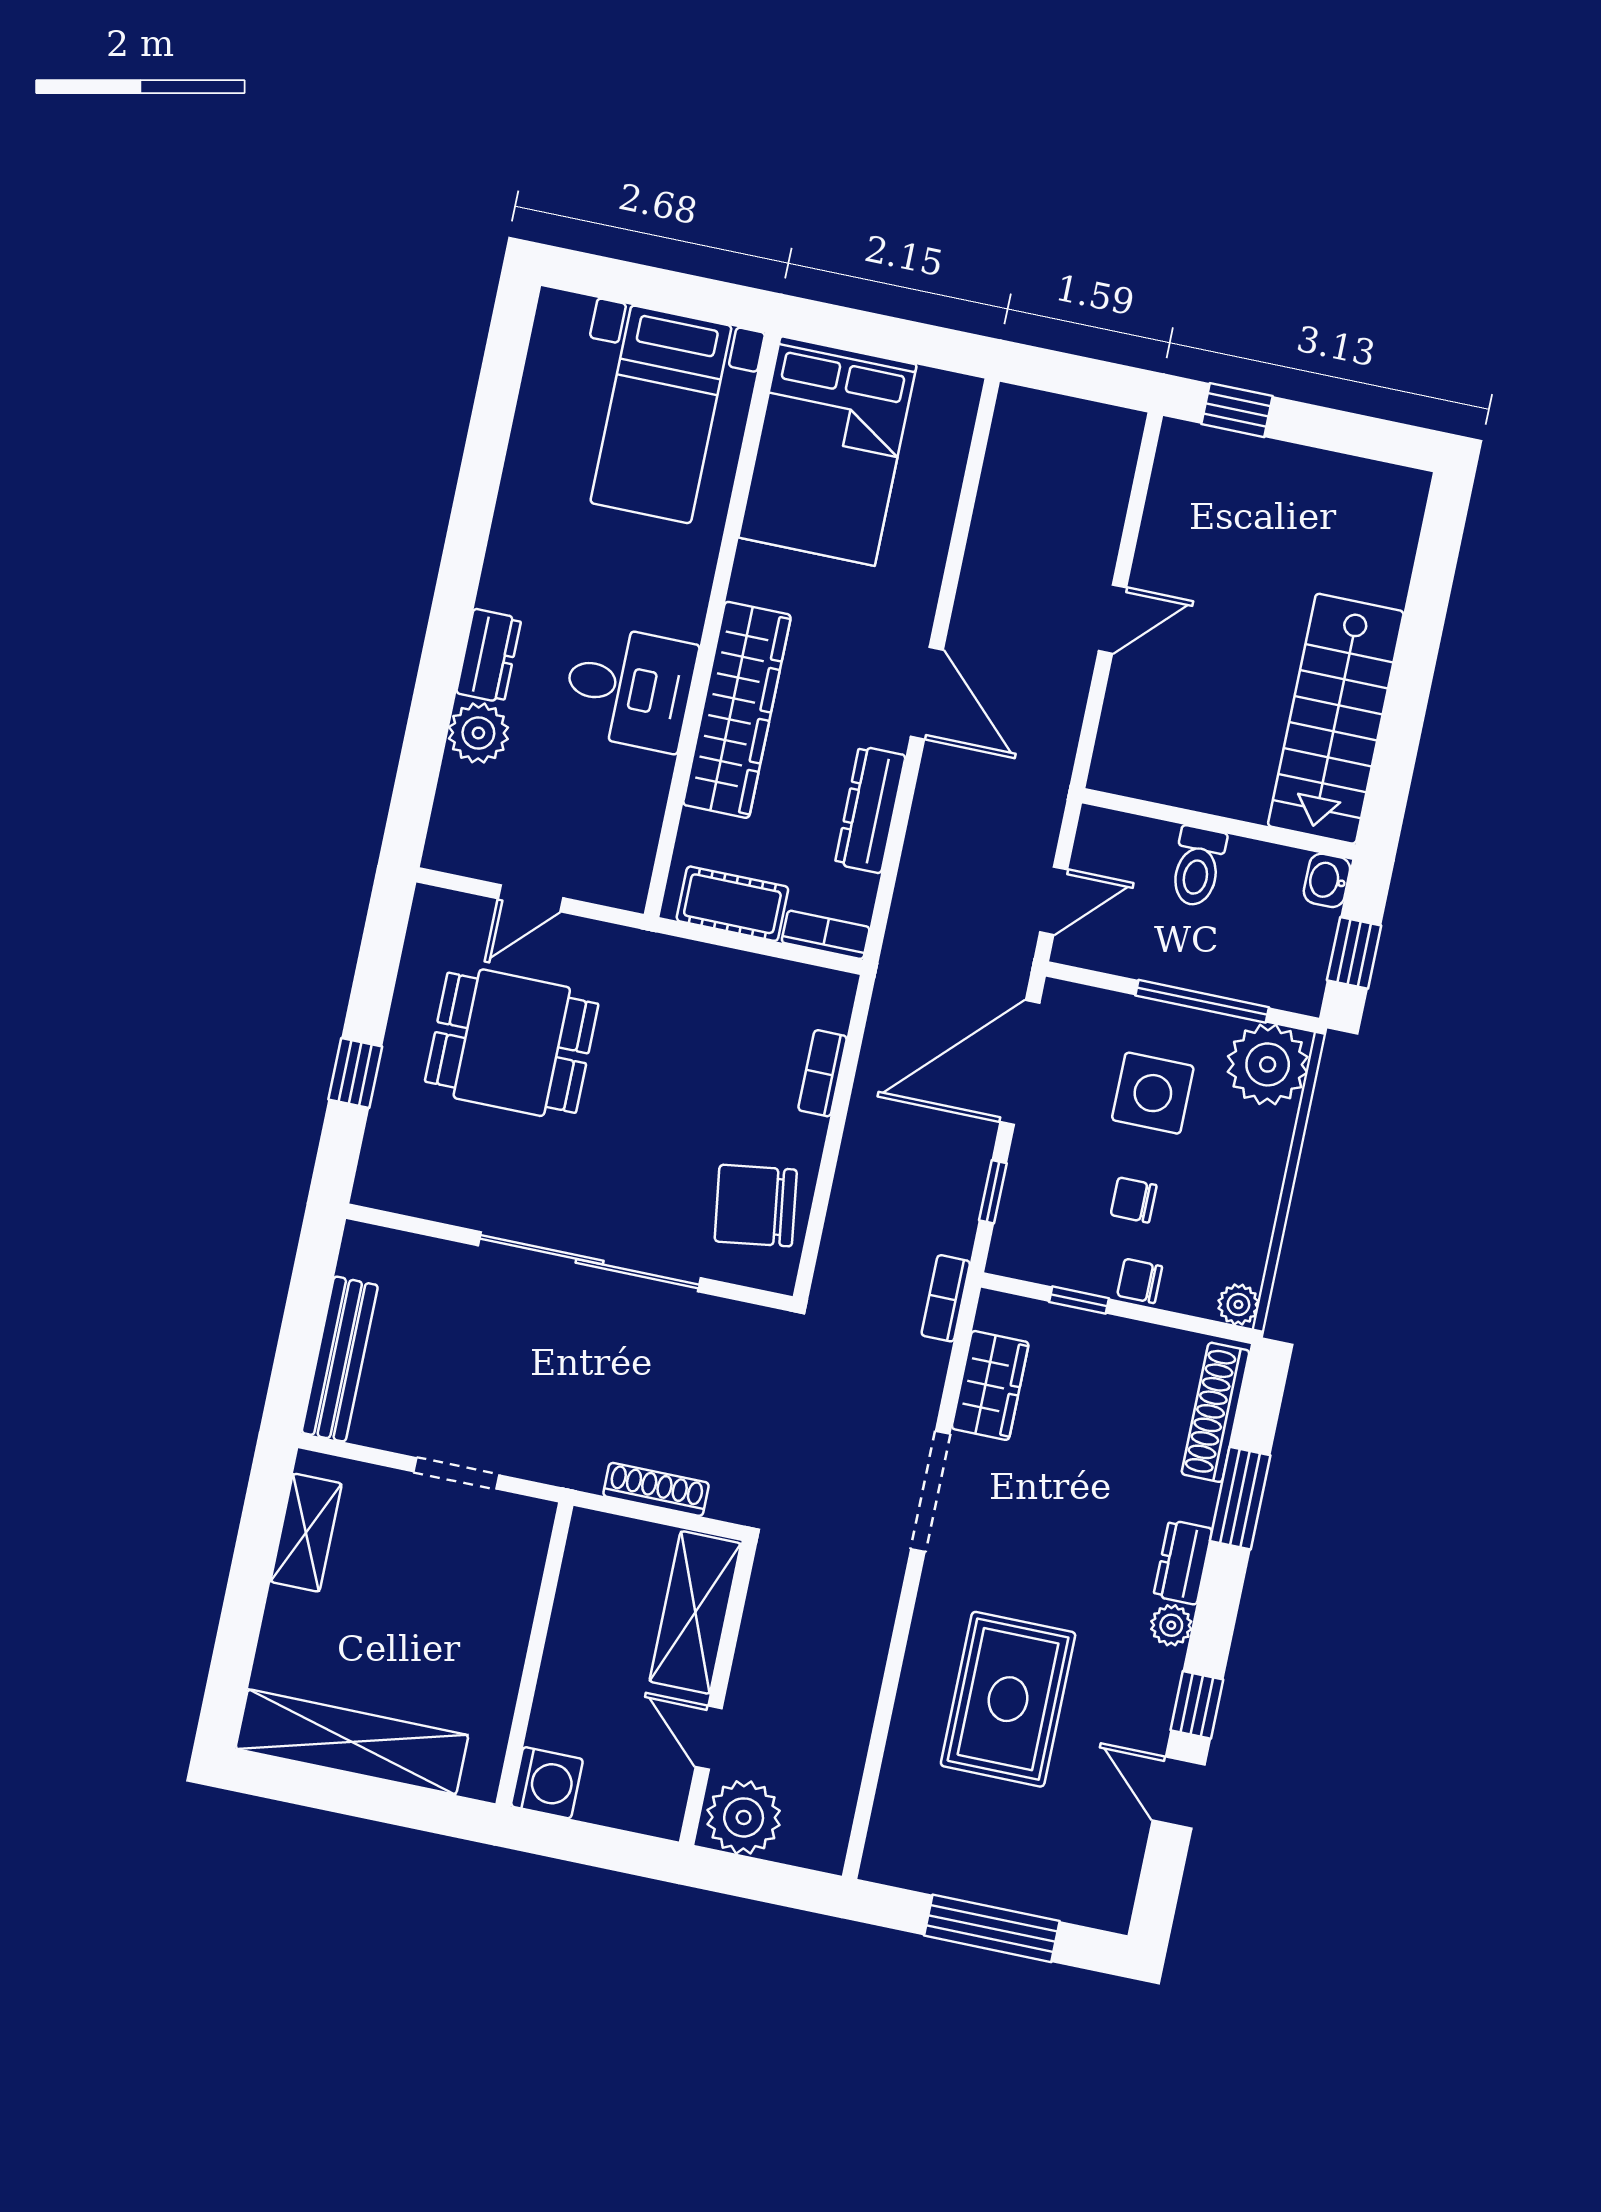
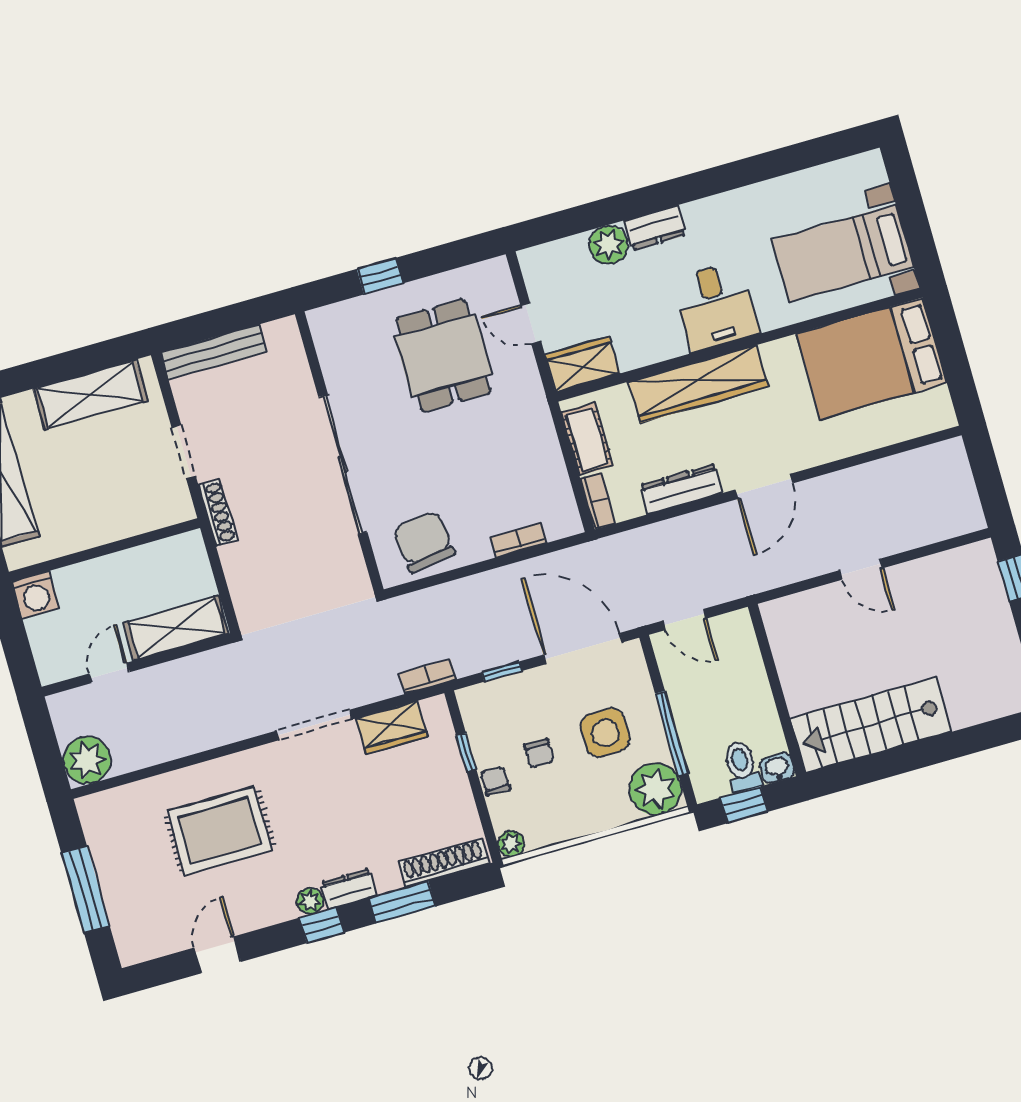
desk: (629, 688) -> (716, 306), moved
wardrobe: (625, 856) -> (582, 364), added
toilet: (1198, 867) -> (741, 766), moved, turned 90
chair: (1134, 1200) -> (539, 754), turned 180
shoe rack: (656, 1489) -> (218, 513), moved
shelving: (306, 1533) -> (90, 395), width x1.50, depth x1.33
window: (1197, 1705) -> (322, 925), moved
plant: (744, 1817) -> (87, 760), moved

